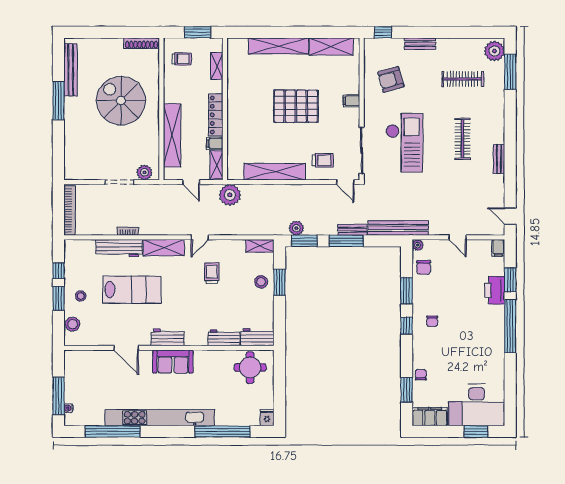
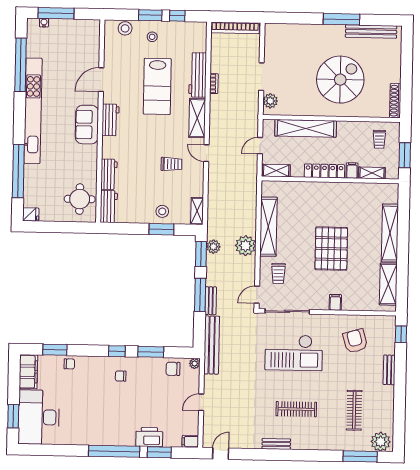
filing cabinet: (215, 143) -> (352, 171), moved
plant: (230, 195) -> (246, 246), moved

